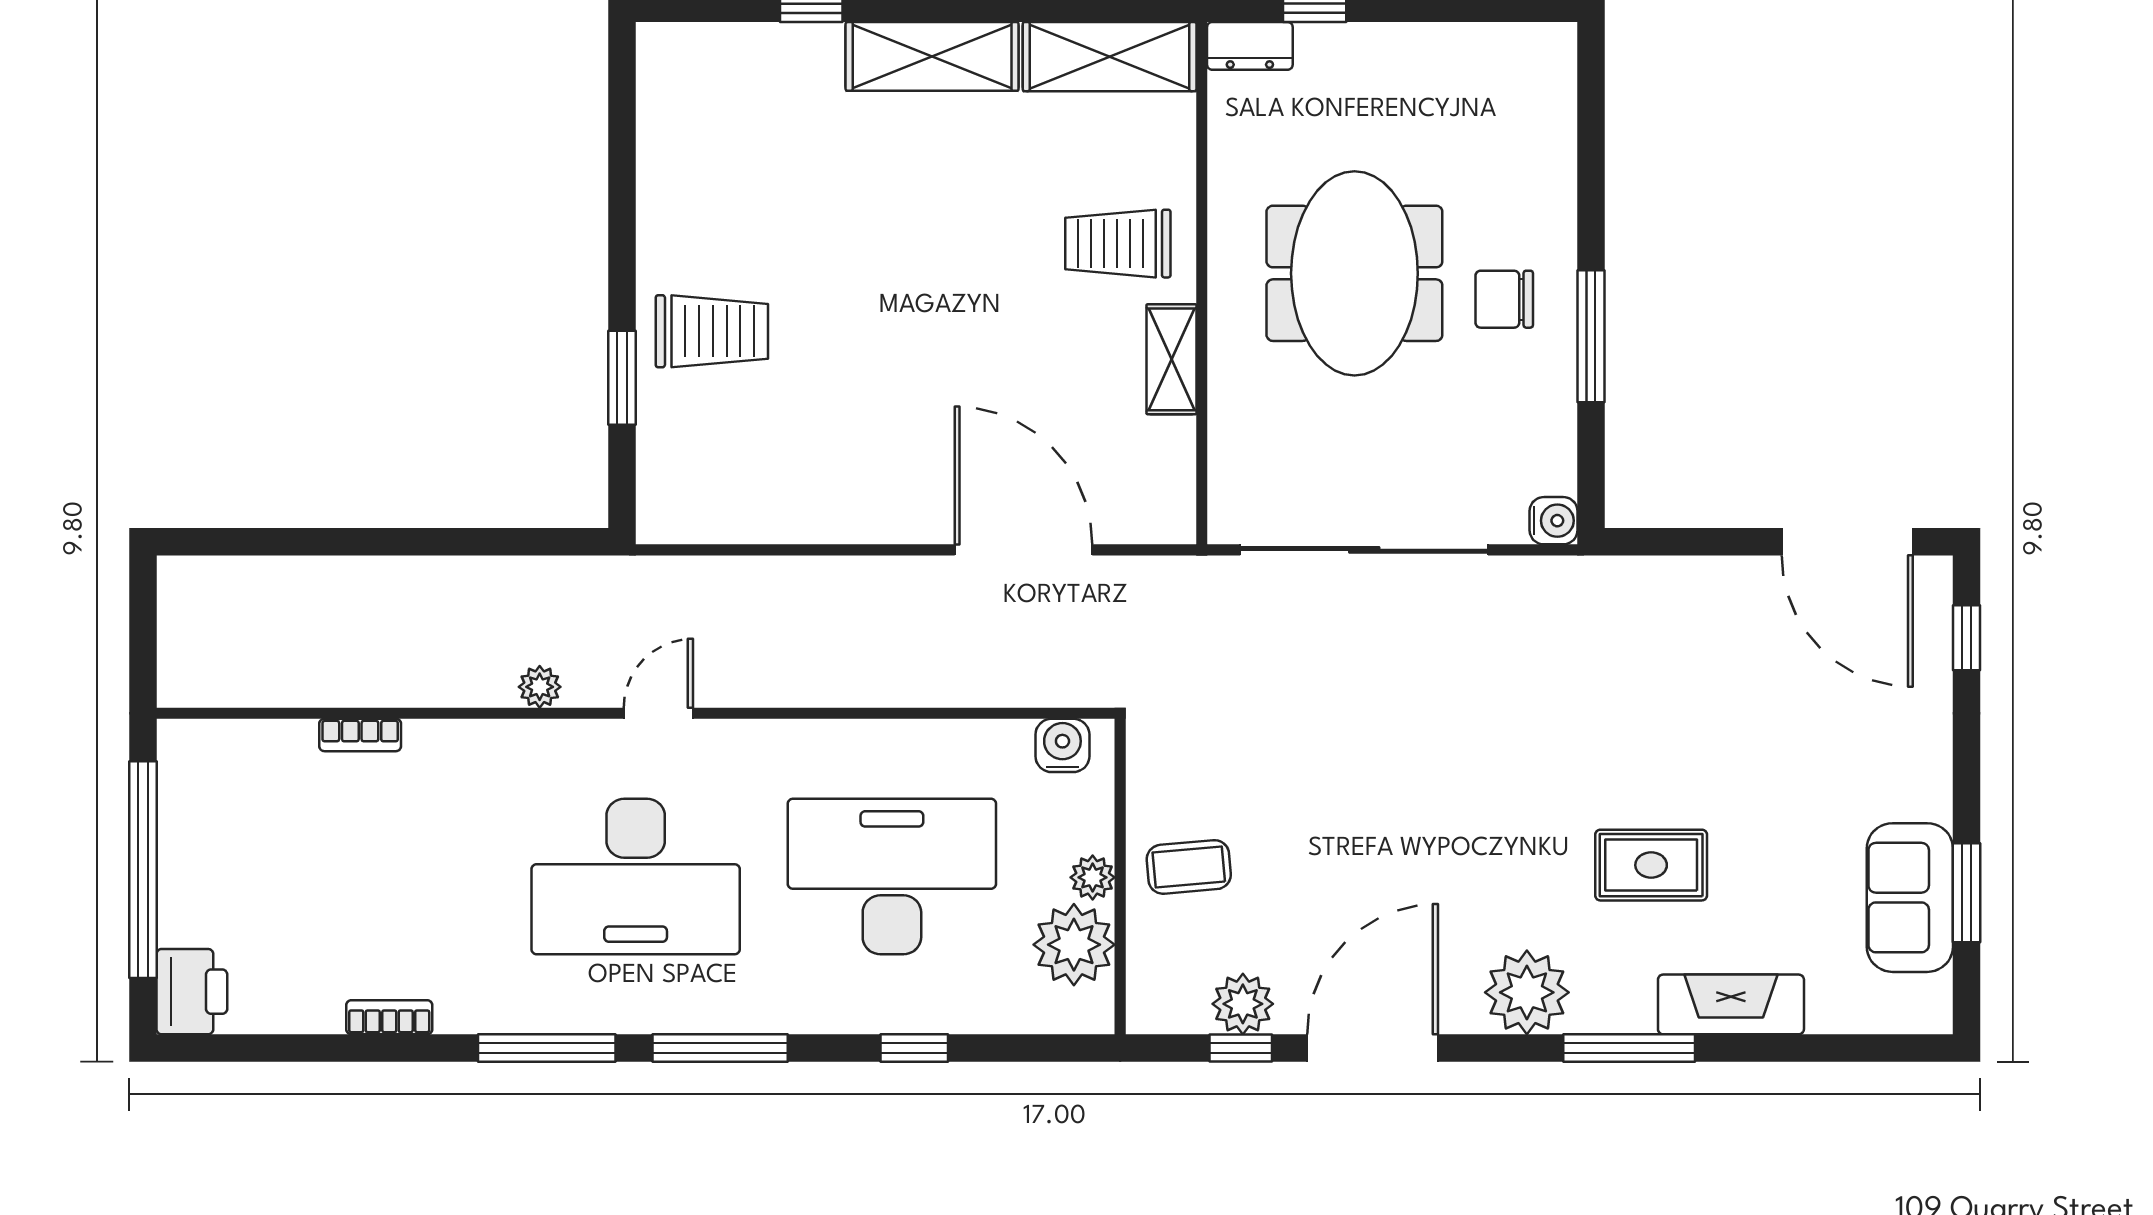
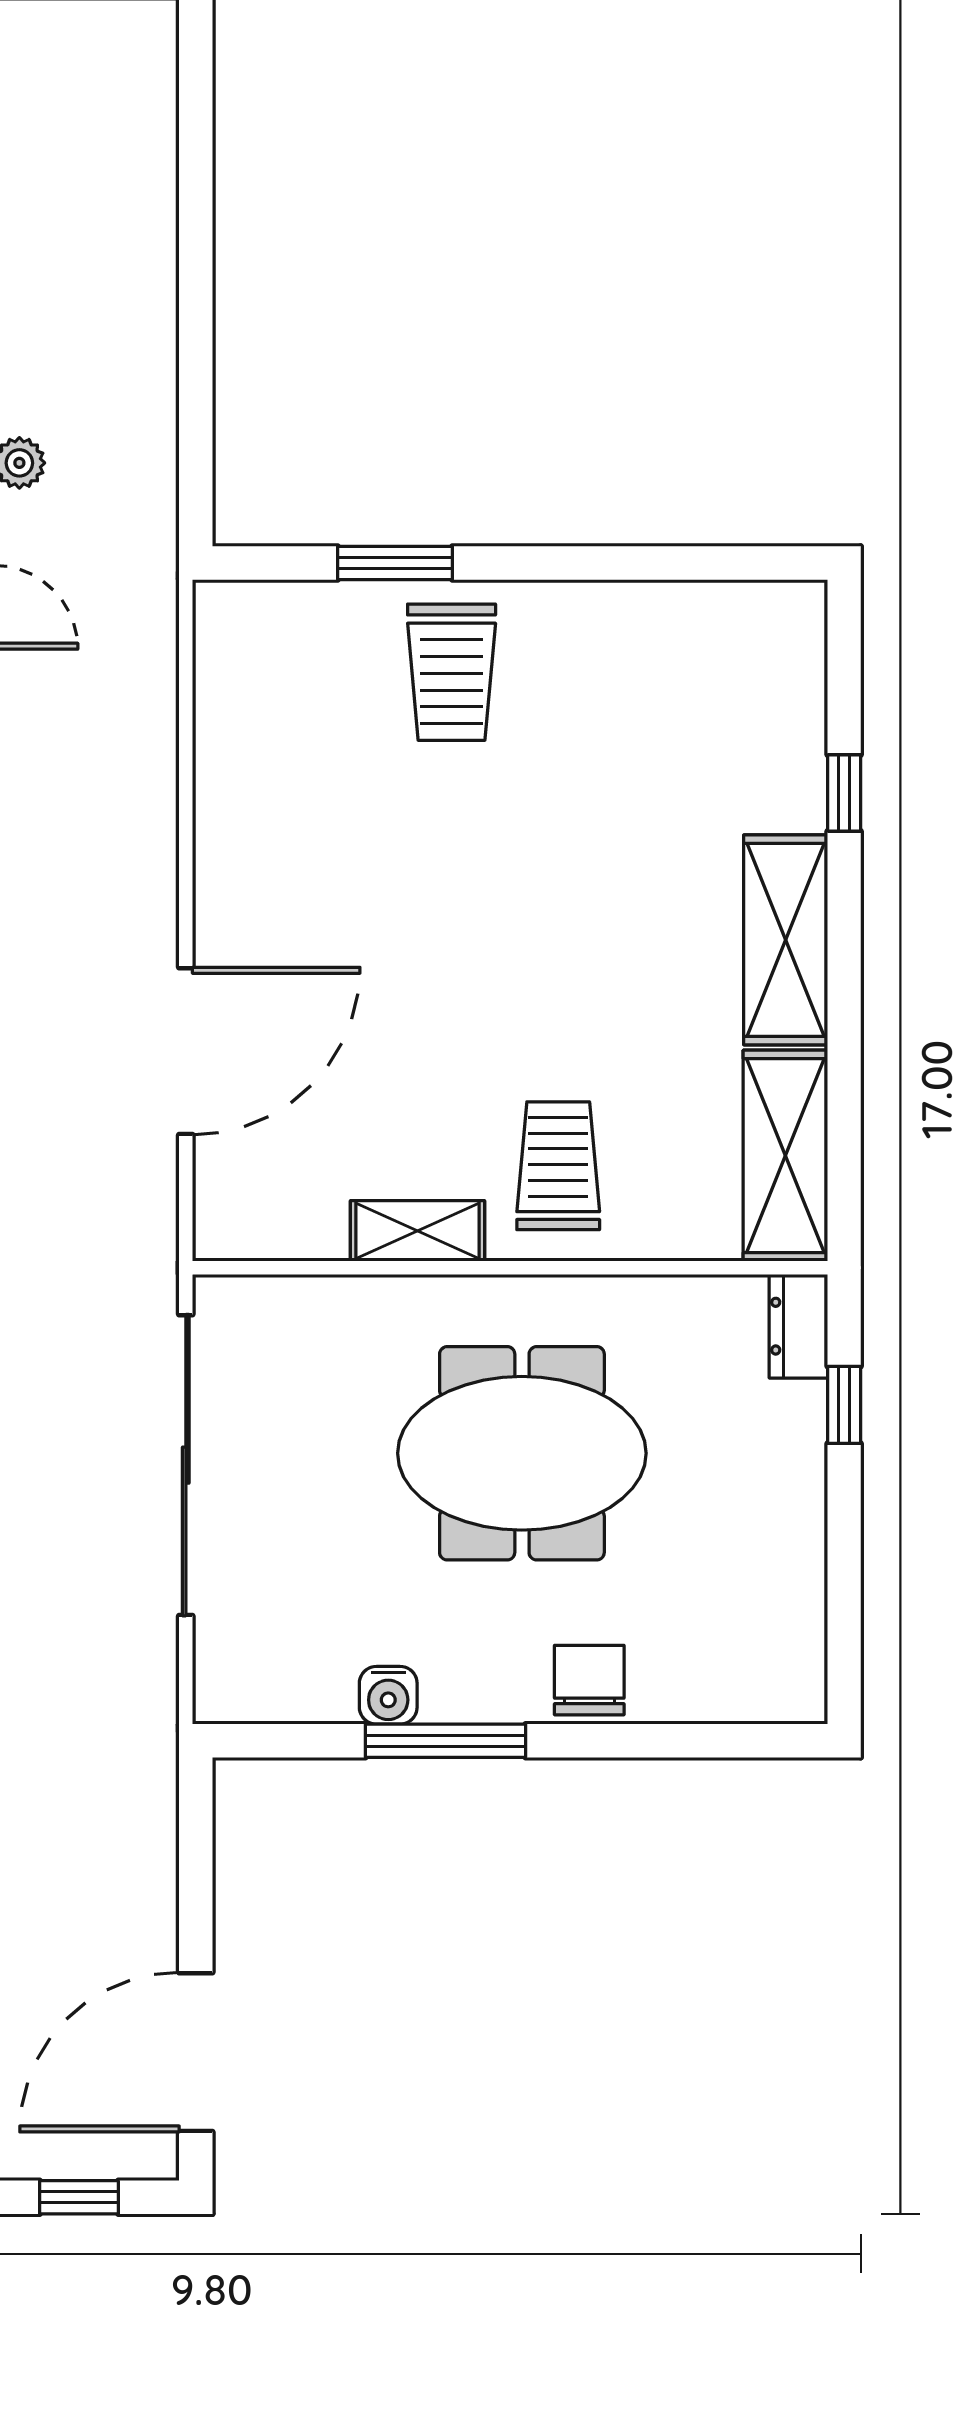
chair: (1504, 299) -> (589, 1680), moved
water cooler: (1554, 521) -> (388, 1695), moved

